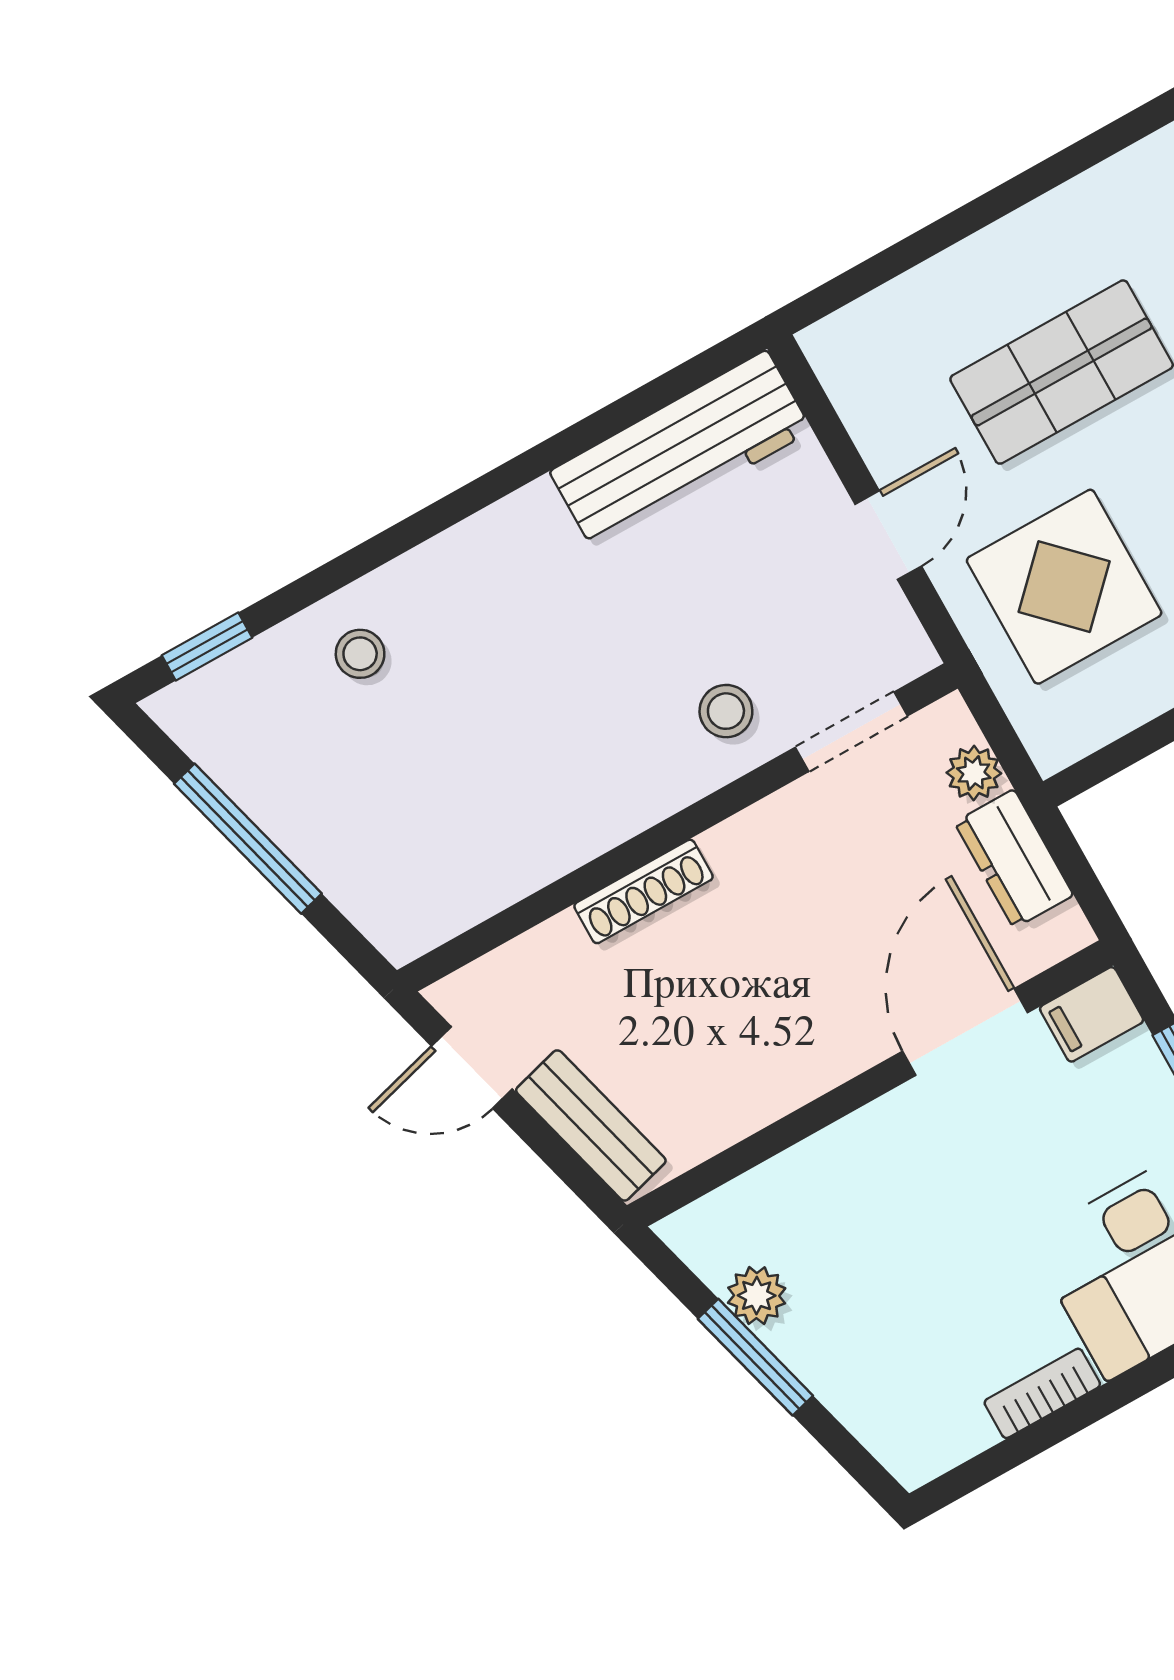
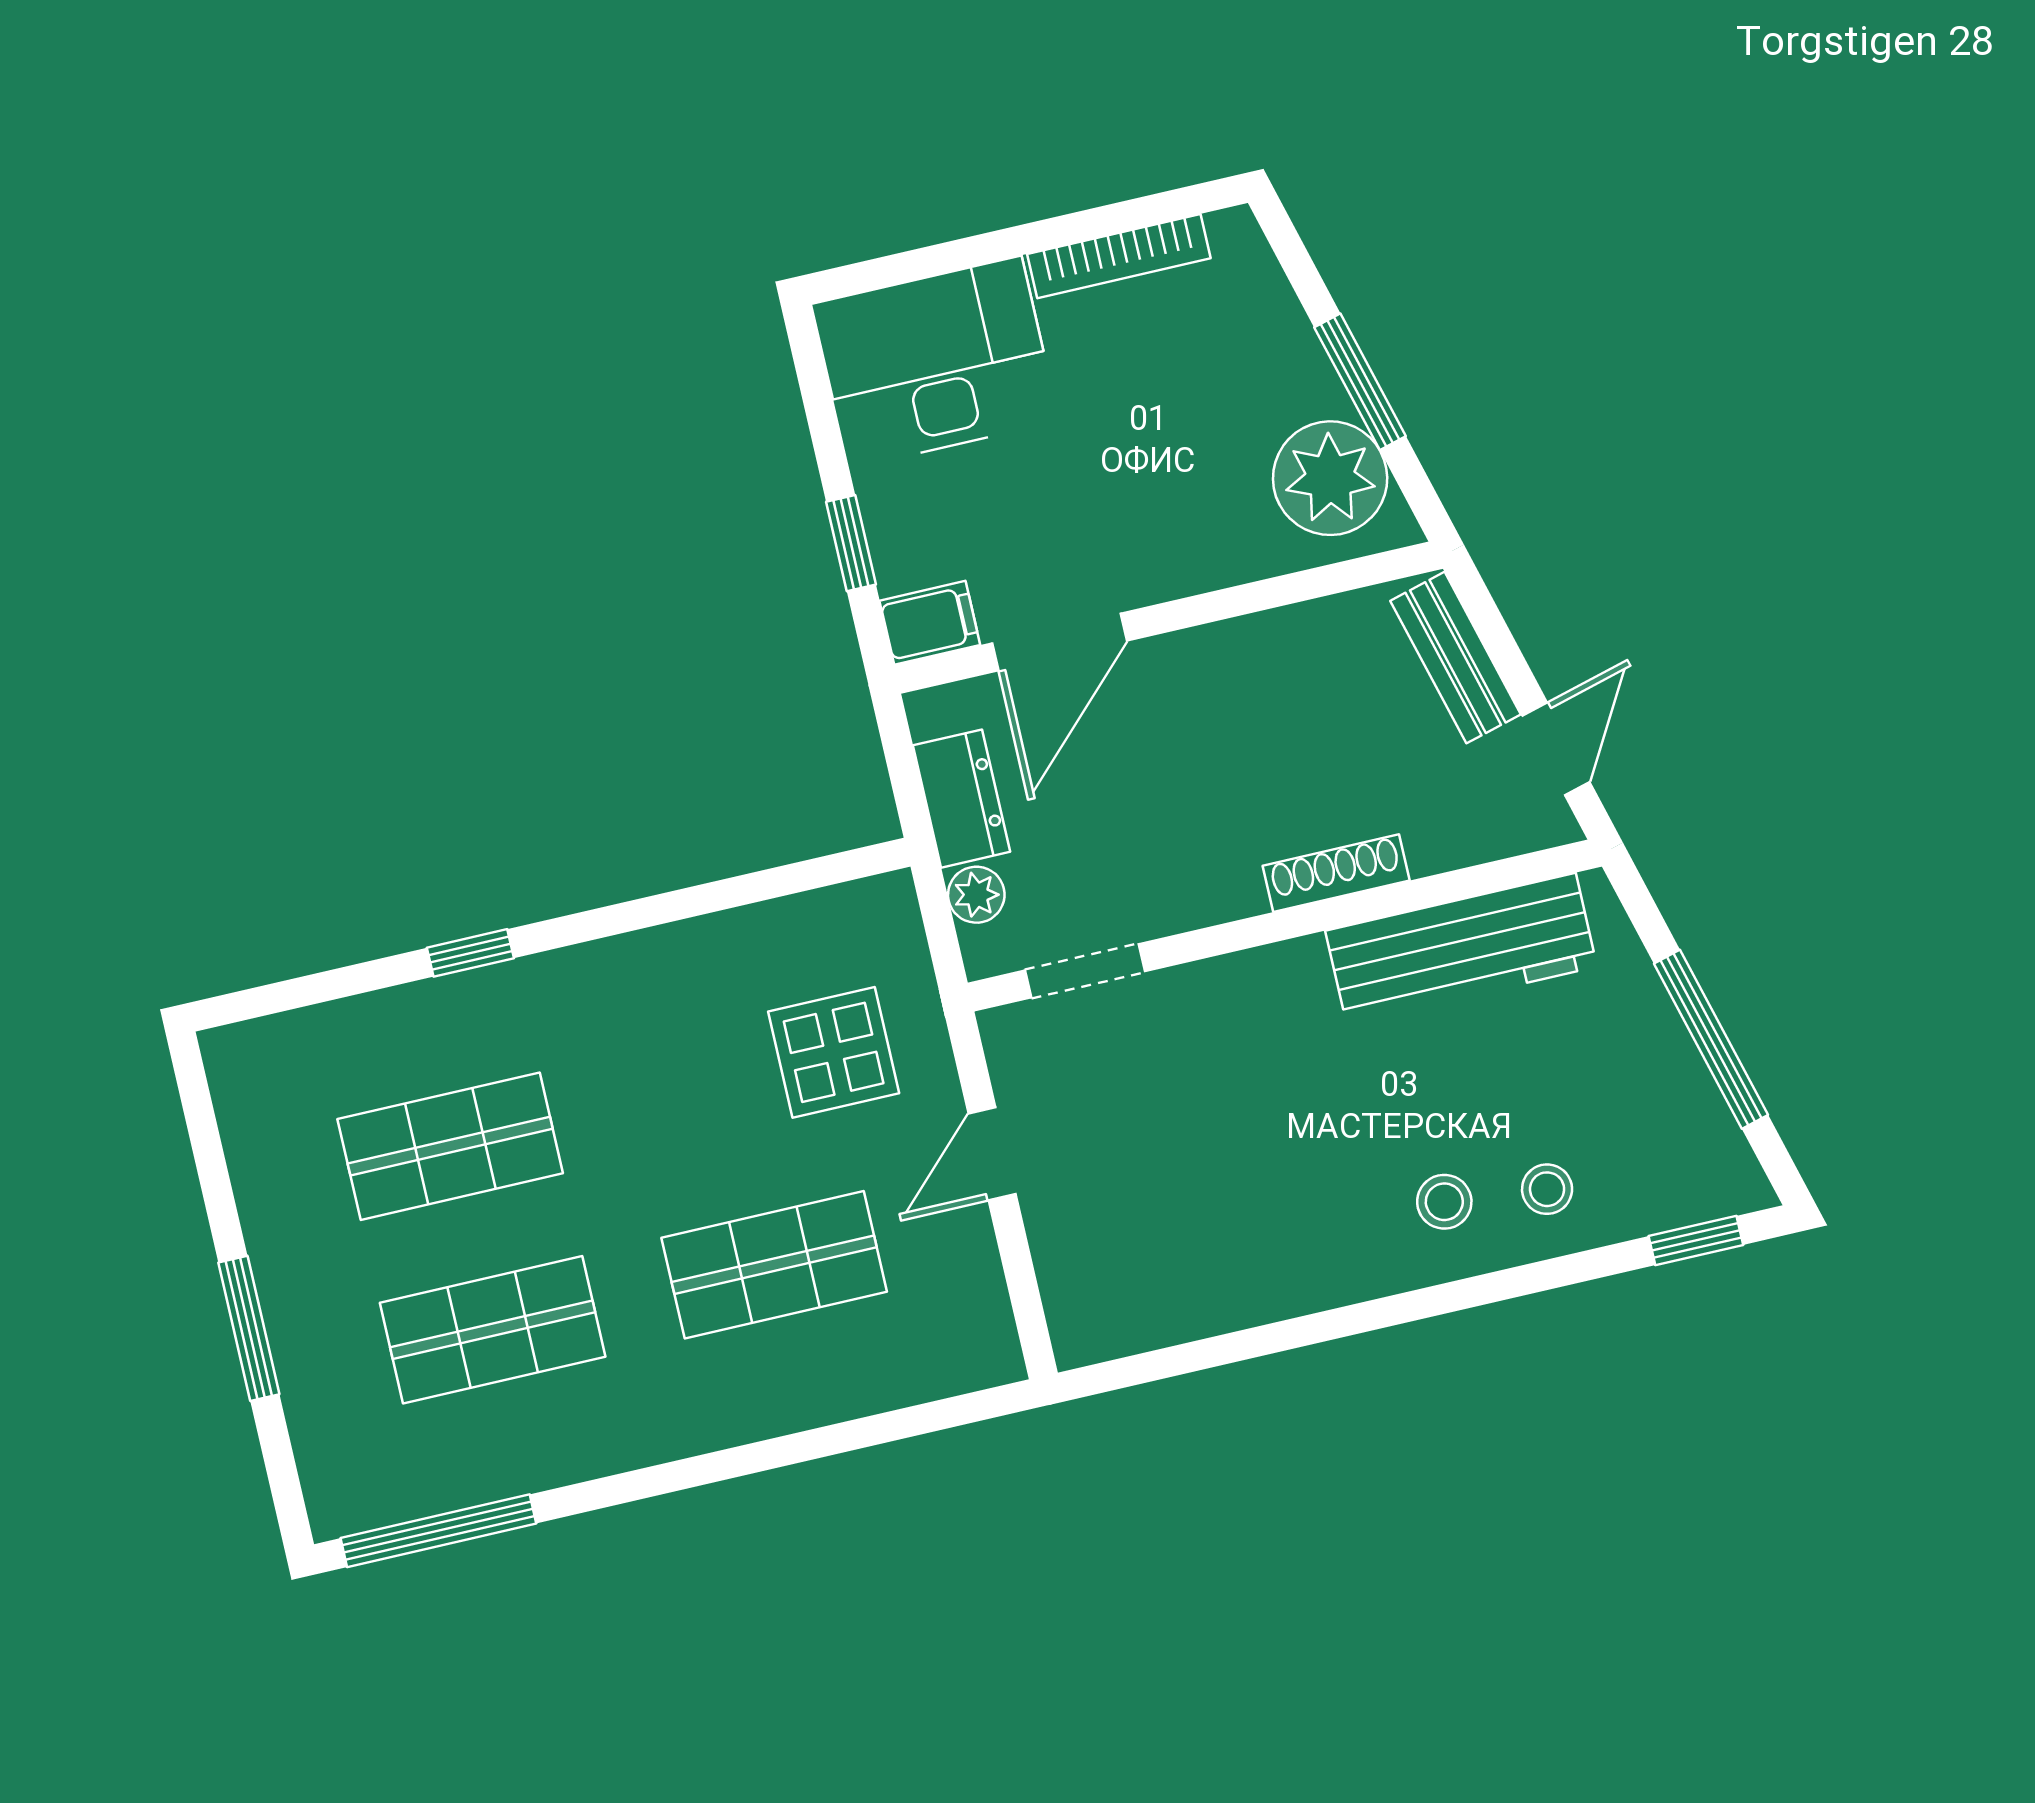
workbench: (681, 451) -> (1461, 949), moved, turned 180
display table: (1064, 587) -> (834, 1052), width x0.73, depth x0.73
stool: (726, 711) -> (1444, 1202), moved
door: (472, 1068) -> (1556, 749), hinge flipped
plant: (757, 1296) -> (1330, 478), width x1.88, depth x1.88
bookcase: (1042, 1393) -> (1119, 256), width x1.56

